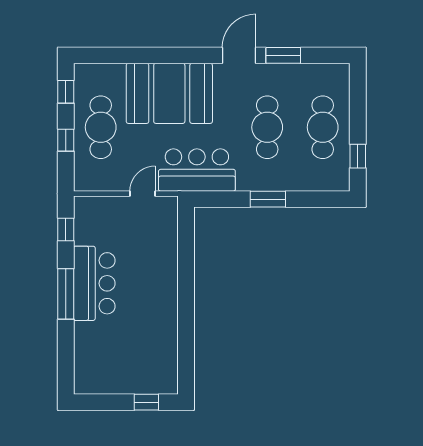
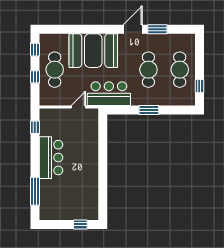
window: (66, 294) -> (35, 191), moved

